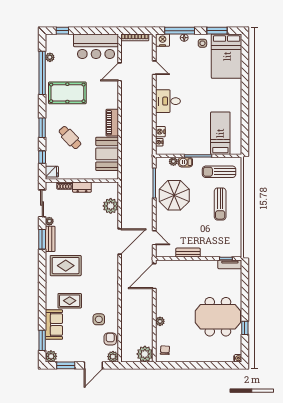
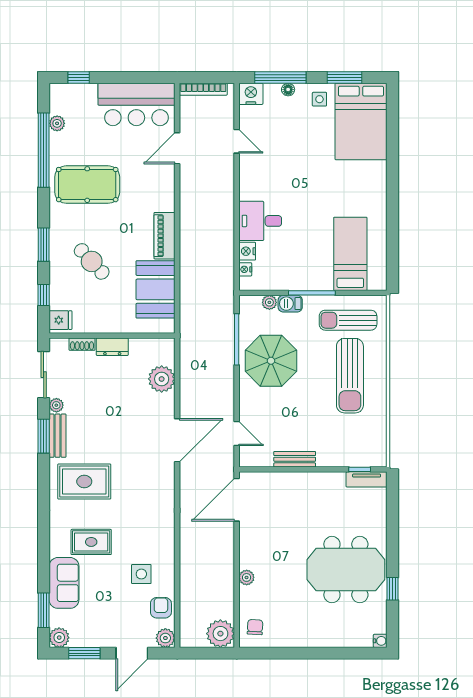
desk: (168, 101) -> (260, 221), moved
sun lounger: (220, 204) -> (350, 376), width x1.36, depth x1.34

